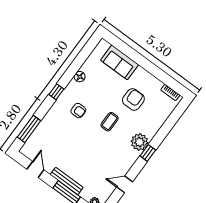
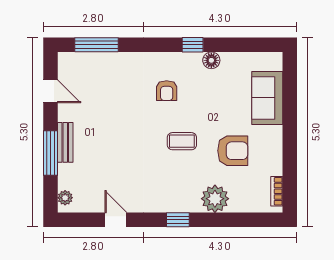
window: (56, 92) -> (193, 45), moved
plant: (140, 142) -> (215, 199), moved
door: (35, 170) -> (51, 91), hinge flipped
bench: (67, 181) -> (65, 142), width x0.73

